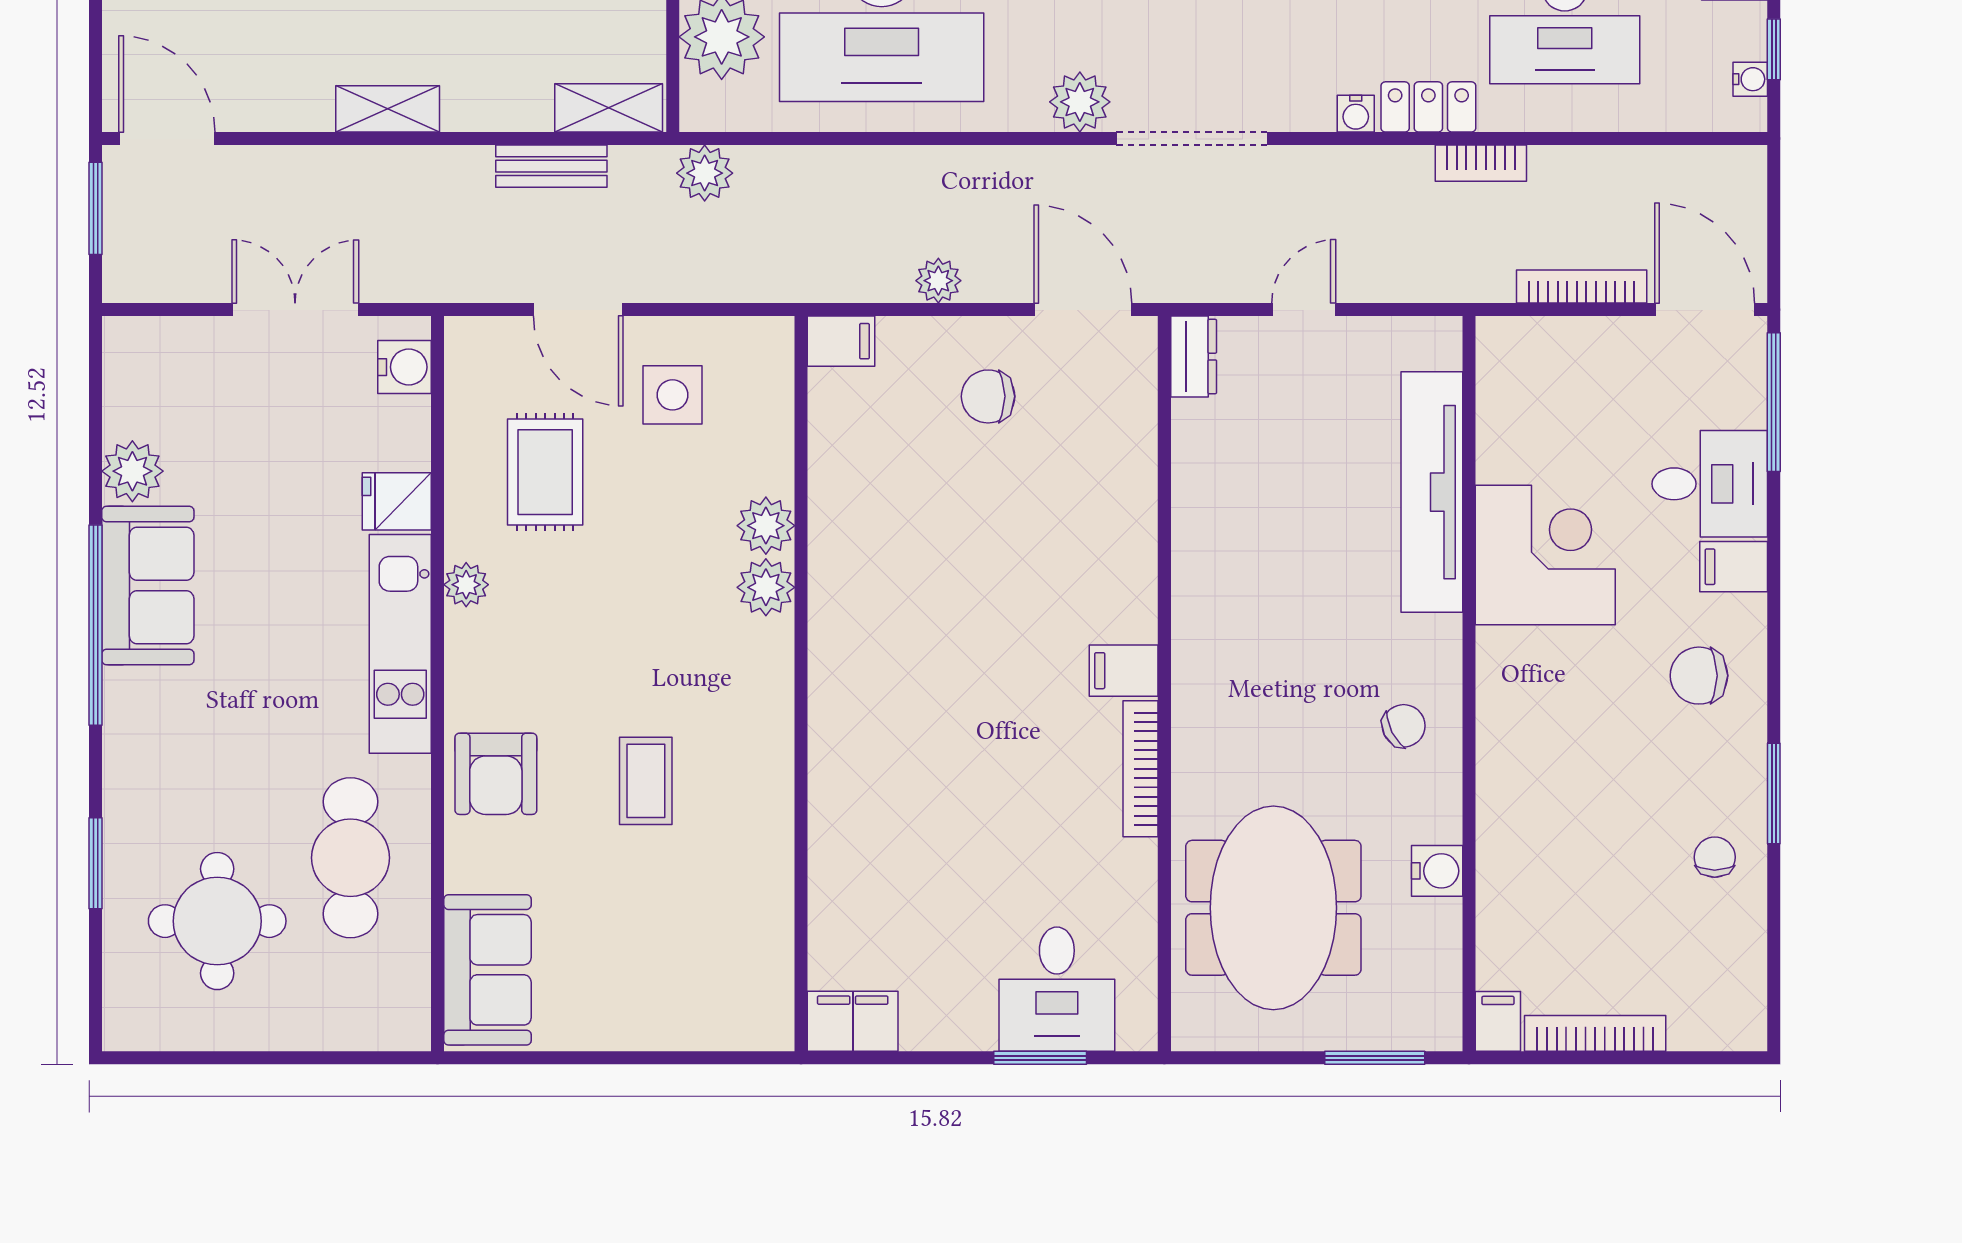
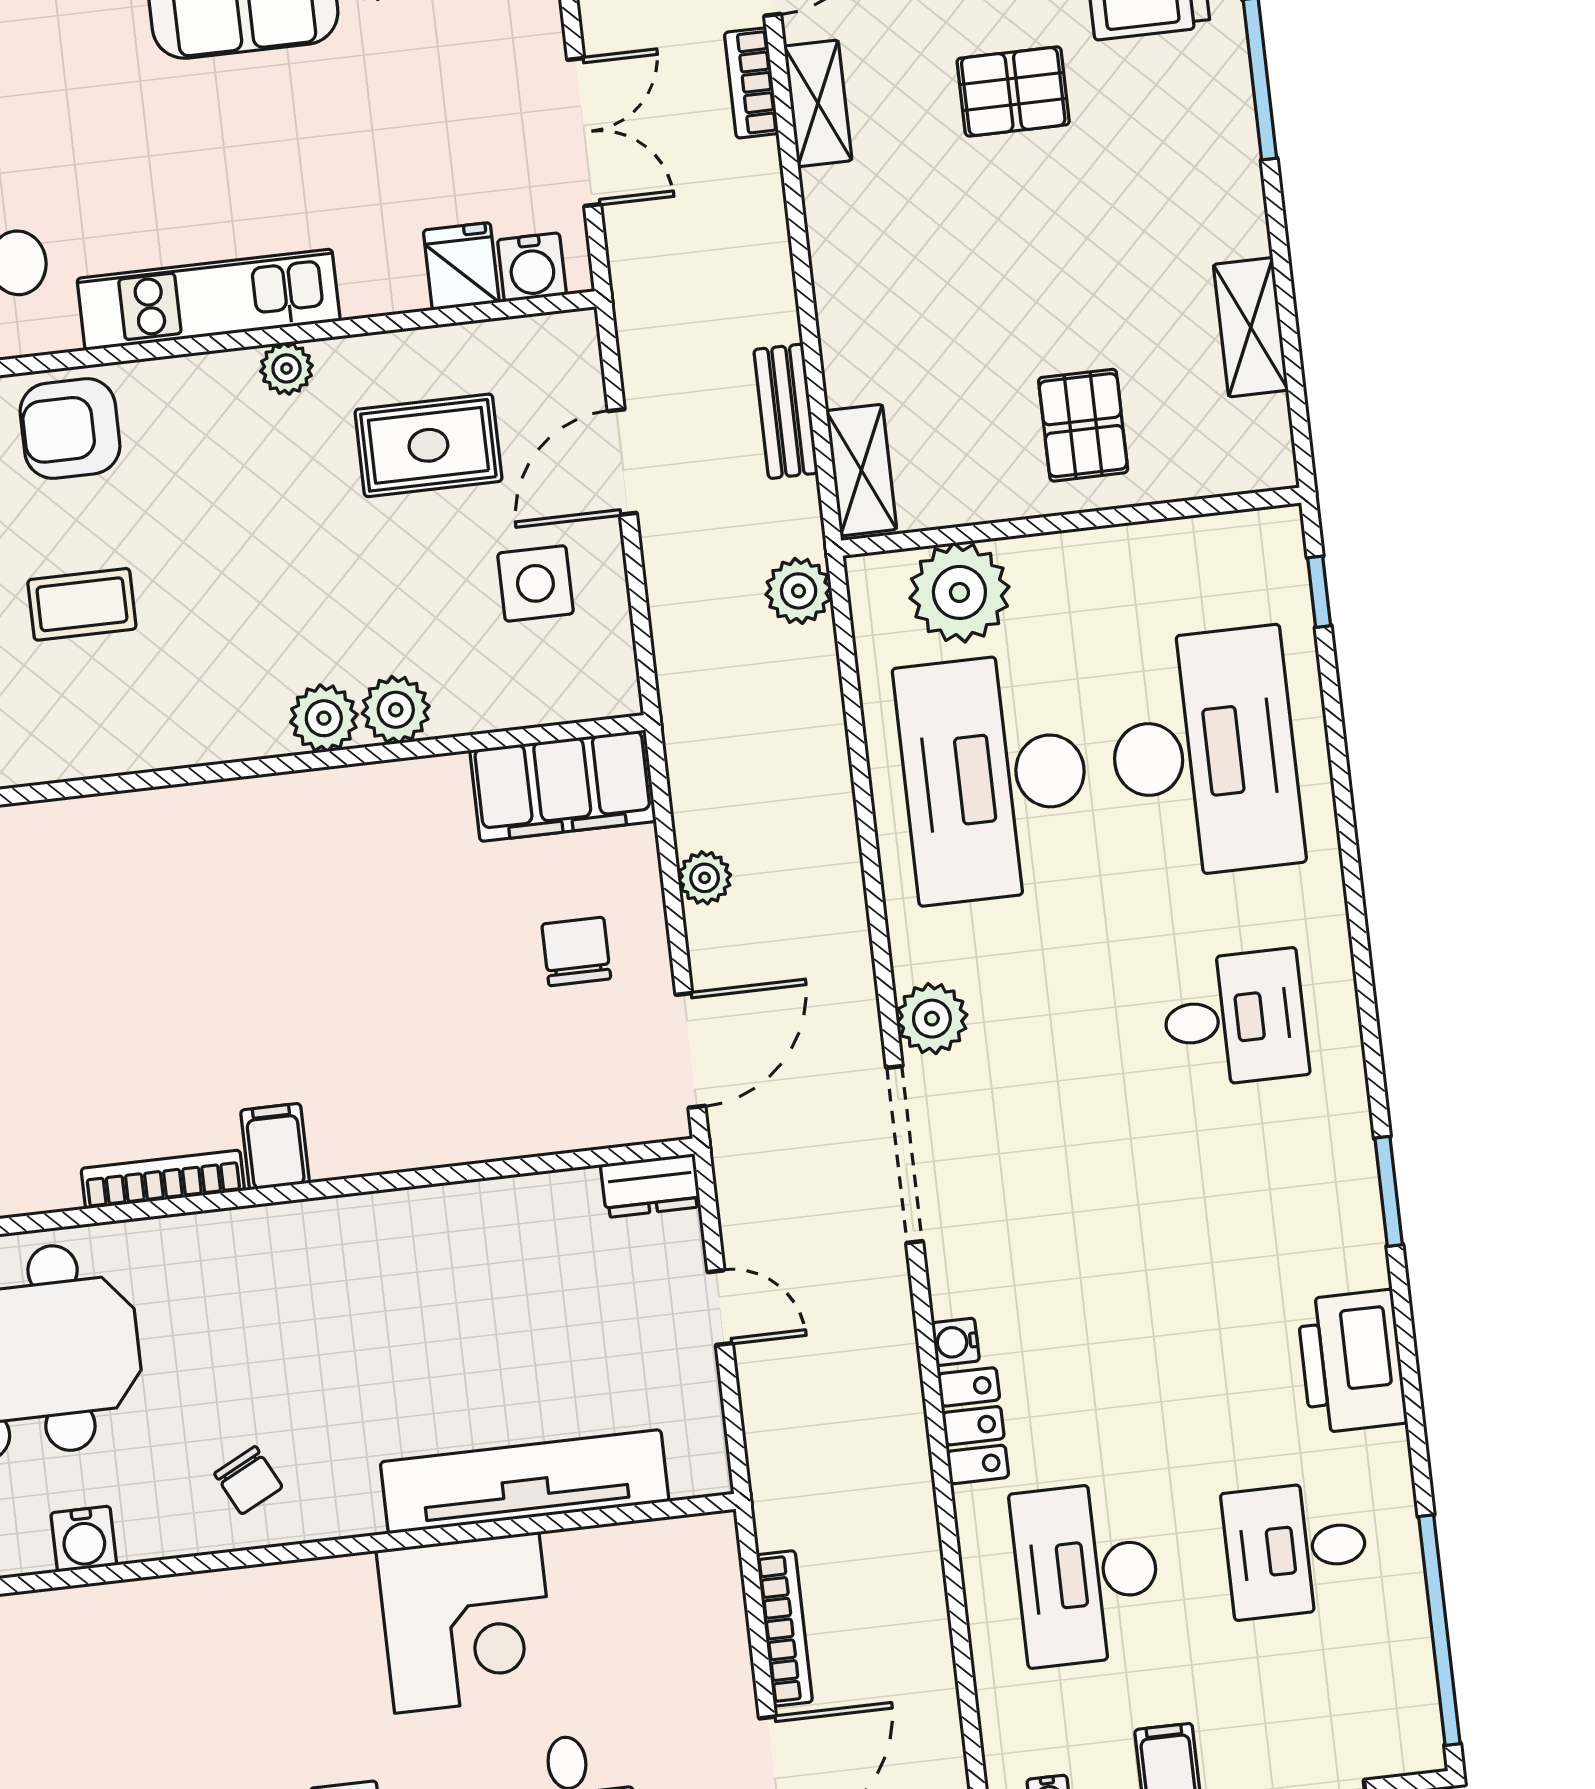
shelving: (388, 109) -> (818, 103), moved
bookcase: (1481, 163) -> (751, 83), moved
filing cabinet: (841, 341) -> (563, 786), width x3.00, depth x1.17
fridge: (397, 501) -> (461, 266), moved

